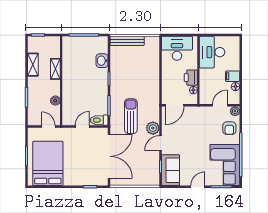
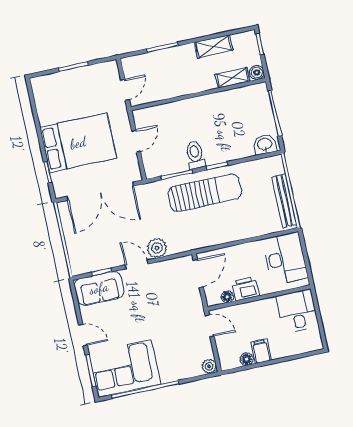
bench: (127, 41) -> (284, 201), moved
desk: (212, 52) -> (297, 311), width x0.73
washbasin: (102, 61) -> (265, 145), moved
shelving: (55, 69) -> (233, 78), moved
boiler: (55, 101) -> (257, 72), moved
door: (175, 105) -> (198, 273), swing flipped
door: (220, 105) -> (210, 326), moved
sun lounger: (131, 116) -> (205, 193), moved, width x1.36, depth x1.34
toilet: (99, 120) -> (195, 155), moved
door: (82, 127) -> (136, 141), hinge flipped
armchair: (229, 128) -> (182, 363), removed
bed: (48, 163) -> (78, 143), moved

